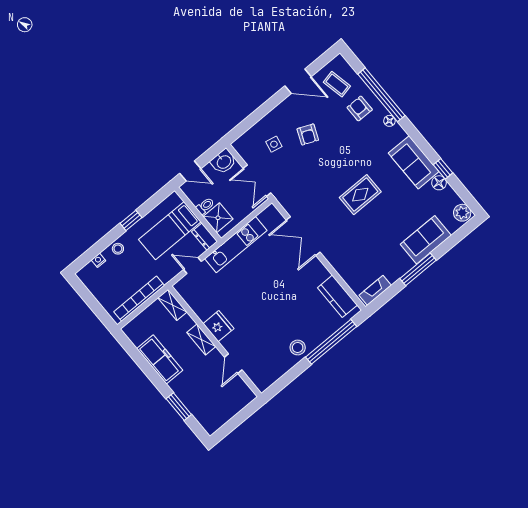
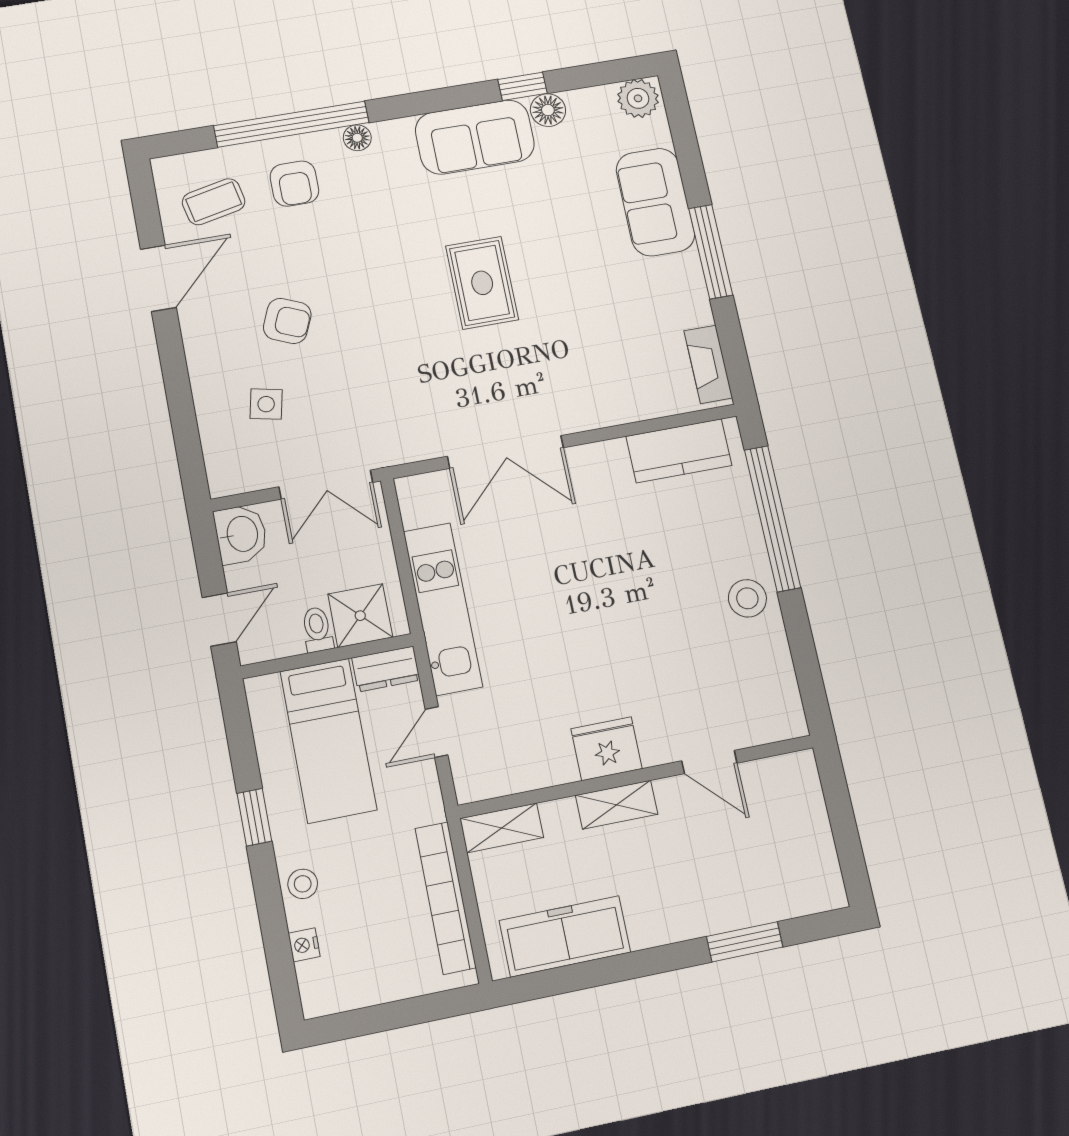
armchair: (360, 108) -> (294, 184), turned -90
freezer: (160, 359) -> (565, 936), moved

